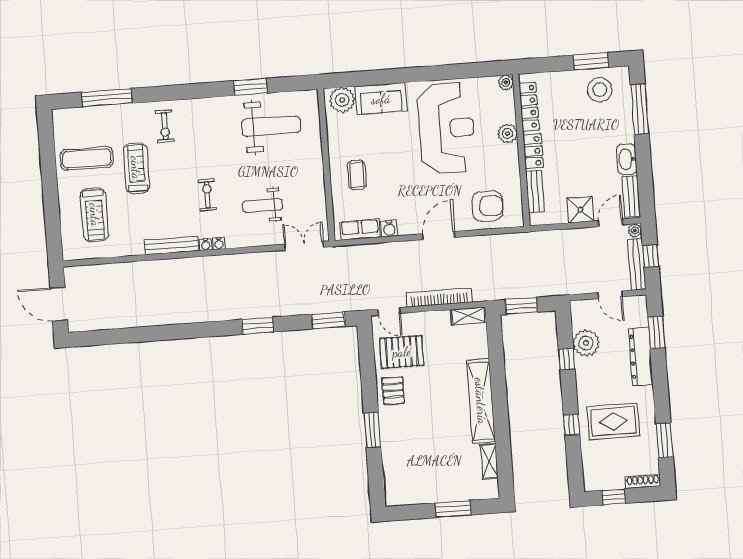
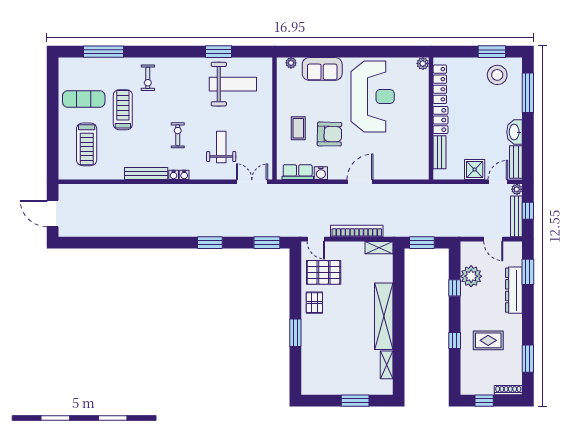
plant: (342, 100) -> (291, 63), width x0.53, depth x0.53
plant: (508, 133) -> (421, 104), removed
weight bench: (263, 205) -> (221, 147), turned 90
armchair: (488, 206) -> (329, 134), moved
rug: (613, 421) -> (488, 340), width x0.73, depth x0.70

